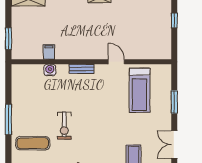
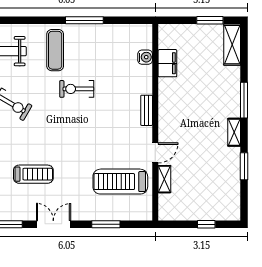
window: (8, 39) -> (210, 20), moved
filing cabinet: (49, 52) -> (167, 63), width x2.00
shelving: (138, 54) -> (164, 179), added
water cooler: (50, 70) -> (145, 57), moved

